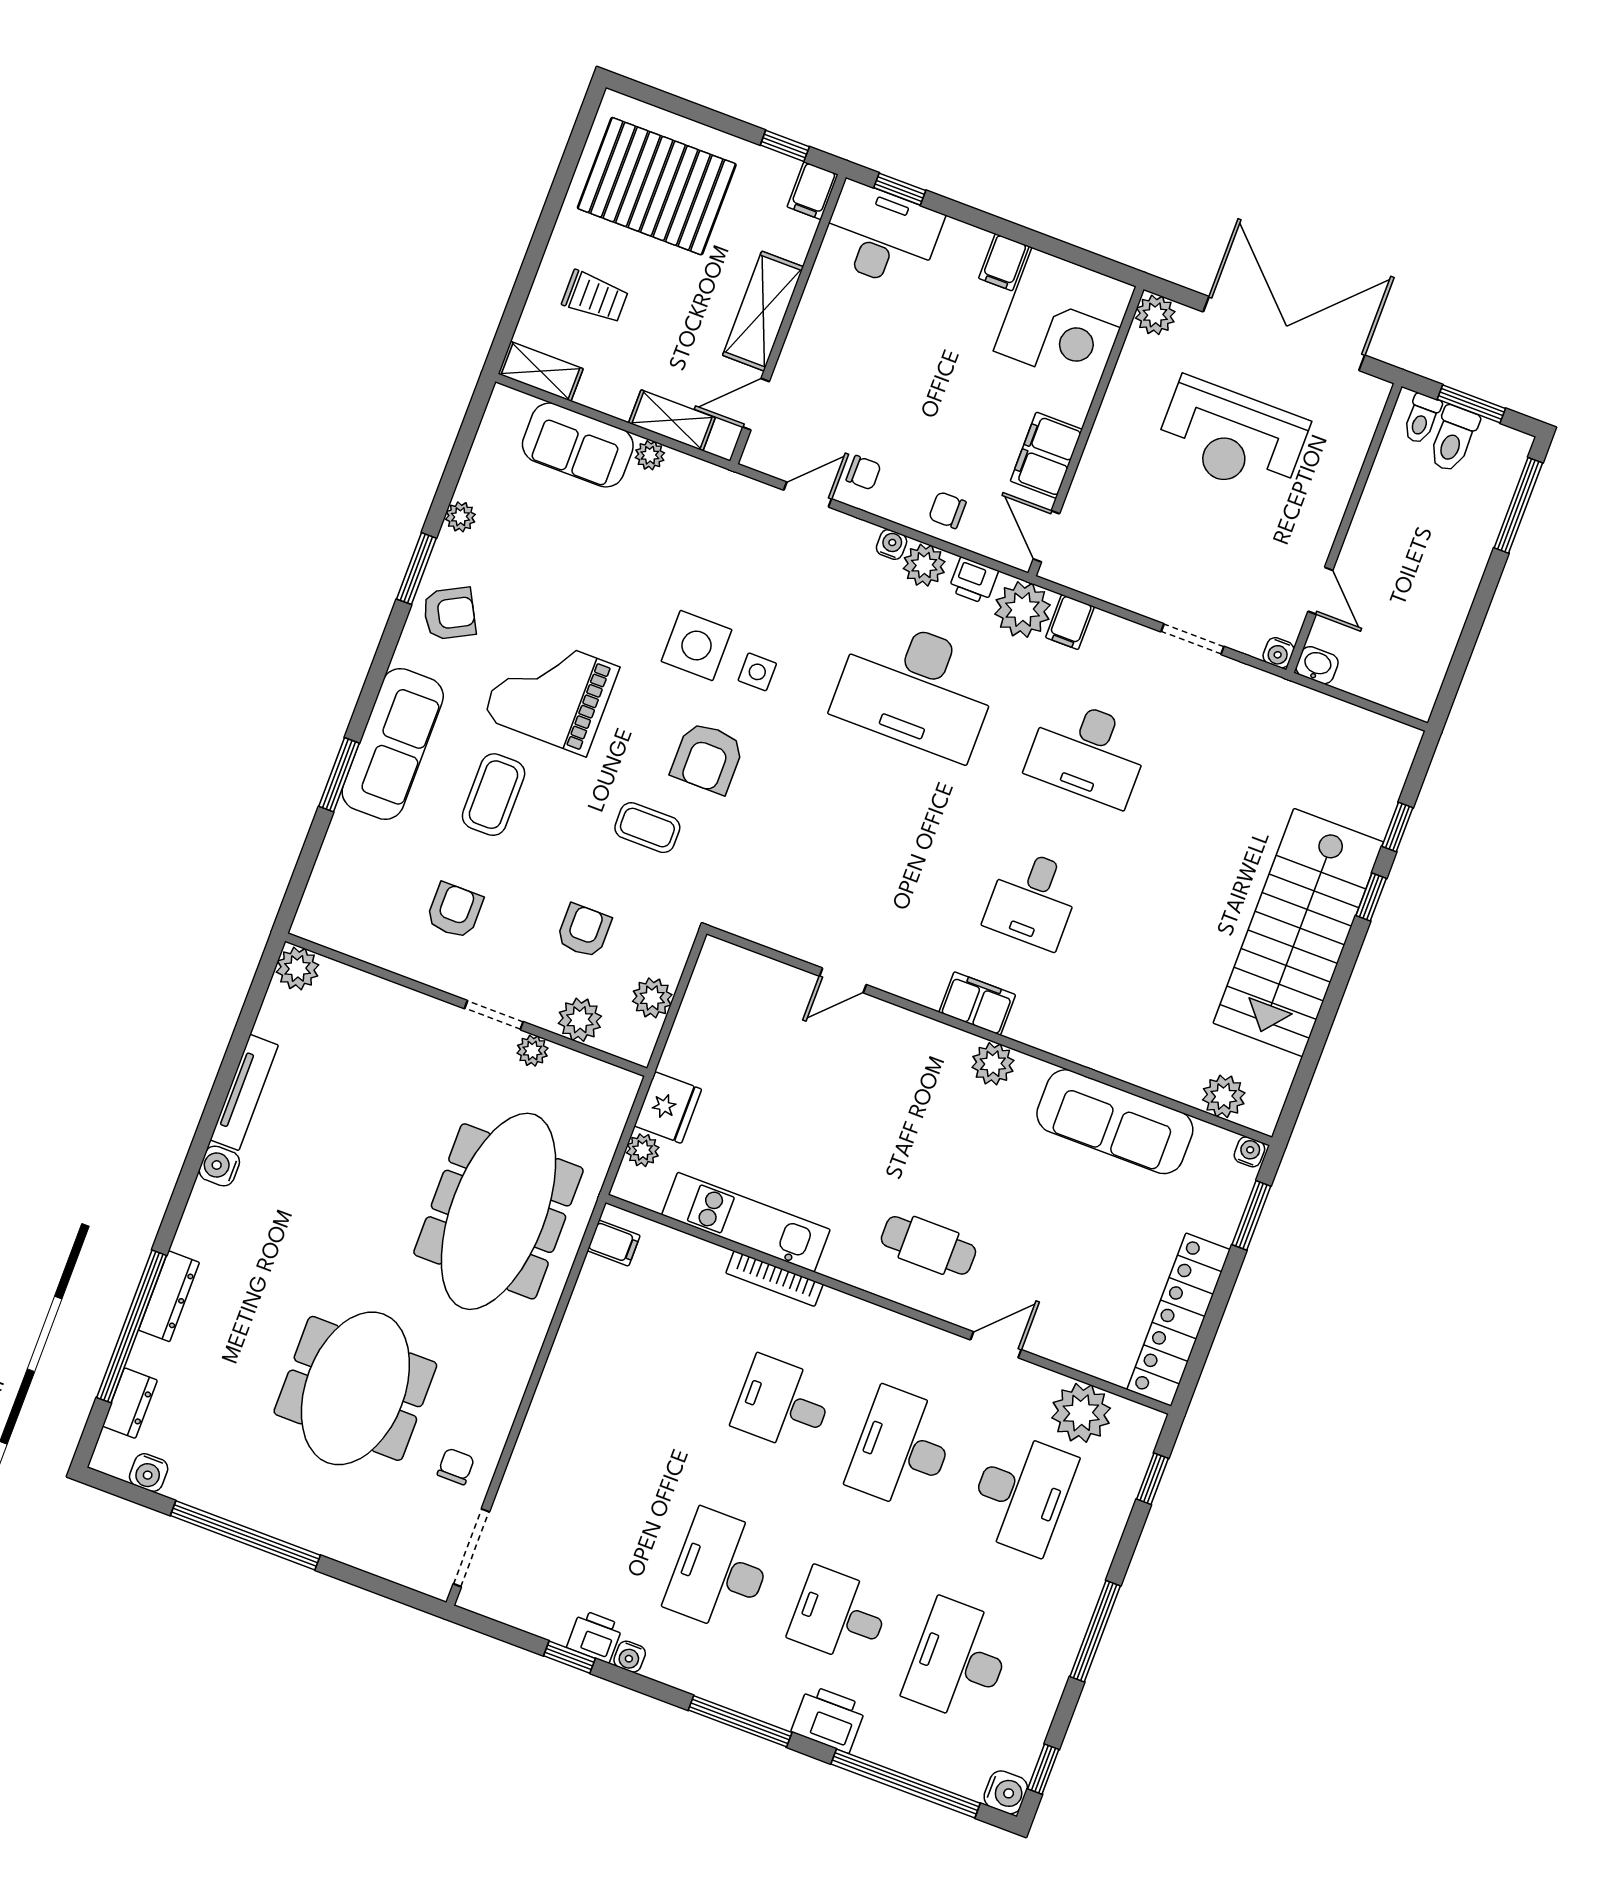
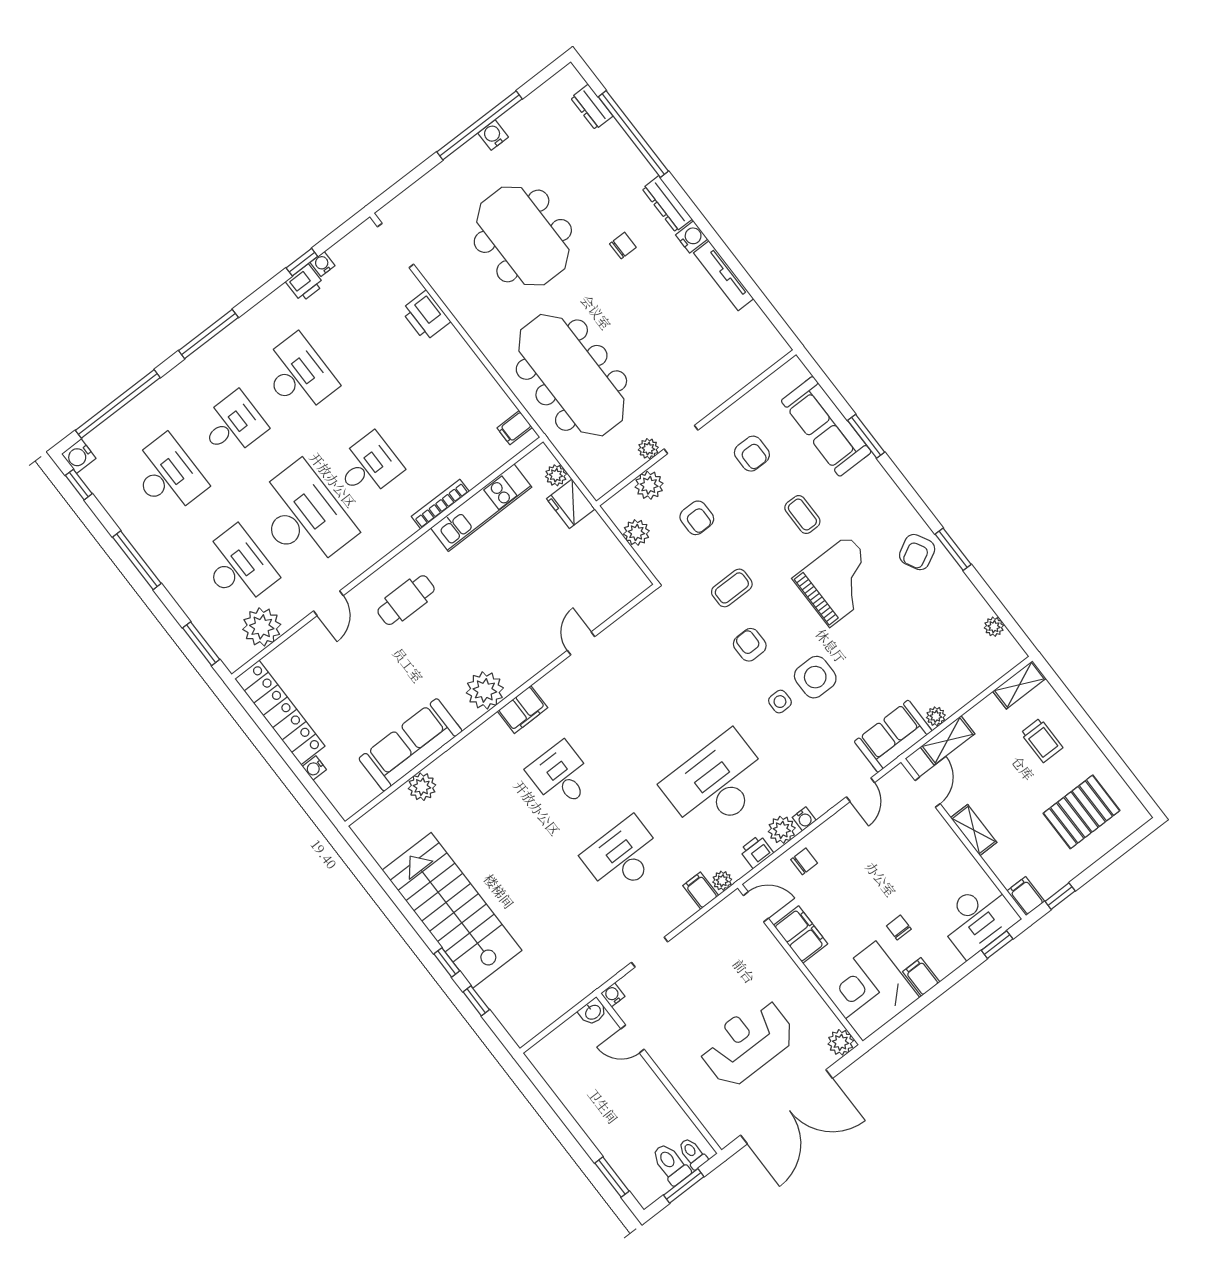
pallet: (657, 186) -> (1082, 812), width x0.73, depth x0.71
trolley: (595, 297) -> (1042, 740), turned -90
shelving: (763, 311) -> (974, 830), width x0.67, depth x0.75
sofa: (578, 445) -> (893, 736), moved
chair: (864, 473) -> (899, 928), moved, turned 90
window: (1518, 505) -> (612, 1177), width x0.69
plant: (460, 517) -> (994, 627), moved
plant: (1023, 610) -> (722, 881), width x0.53, depth x0.53
sofa: (393, 744) -> (826, 426), moved
armchair: (707, 758) -> (750, 645), width x0.72, depth x0.72
coffee table: (494, 795) -> (802, 515), width x0.73, depth x0.77
plant: (298, 968) -> (774, 347), removed
plant: (993, 1064) -> (485, 690), width x1.36, depth x1.36
plant: (1224, 1096) -> (422, 787), moved
water cooler: (1249, 1152) -> (314, 768), moved, turned 90
window: (1251, 1215) -> (312, 788), removed
dresser: (169, 1296) -> (667, 204), moved
desk: (902, 1449) -> (303, 516), width x1.36, depth x1.30
chair: (456, 1466) -> (623, 246), moved, turned -90
water cooler: (149, 1473) -> (493, 135), moved
window: (1152, 1479) -> (201, 644), width x1.50
desk: (1021, 1493) -> (238, 567), turned 180
water cooler: (630, 1657) -> (323, 264), moved
printer: (829, 1719) -> (426, 316), moved, turned 90

